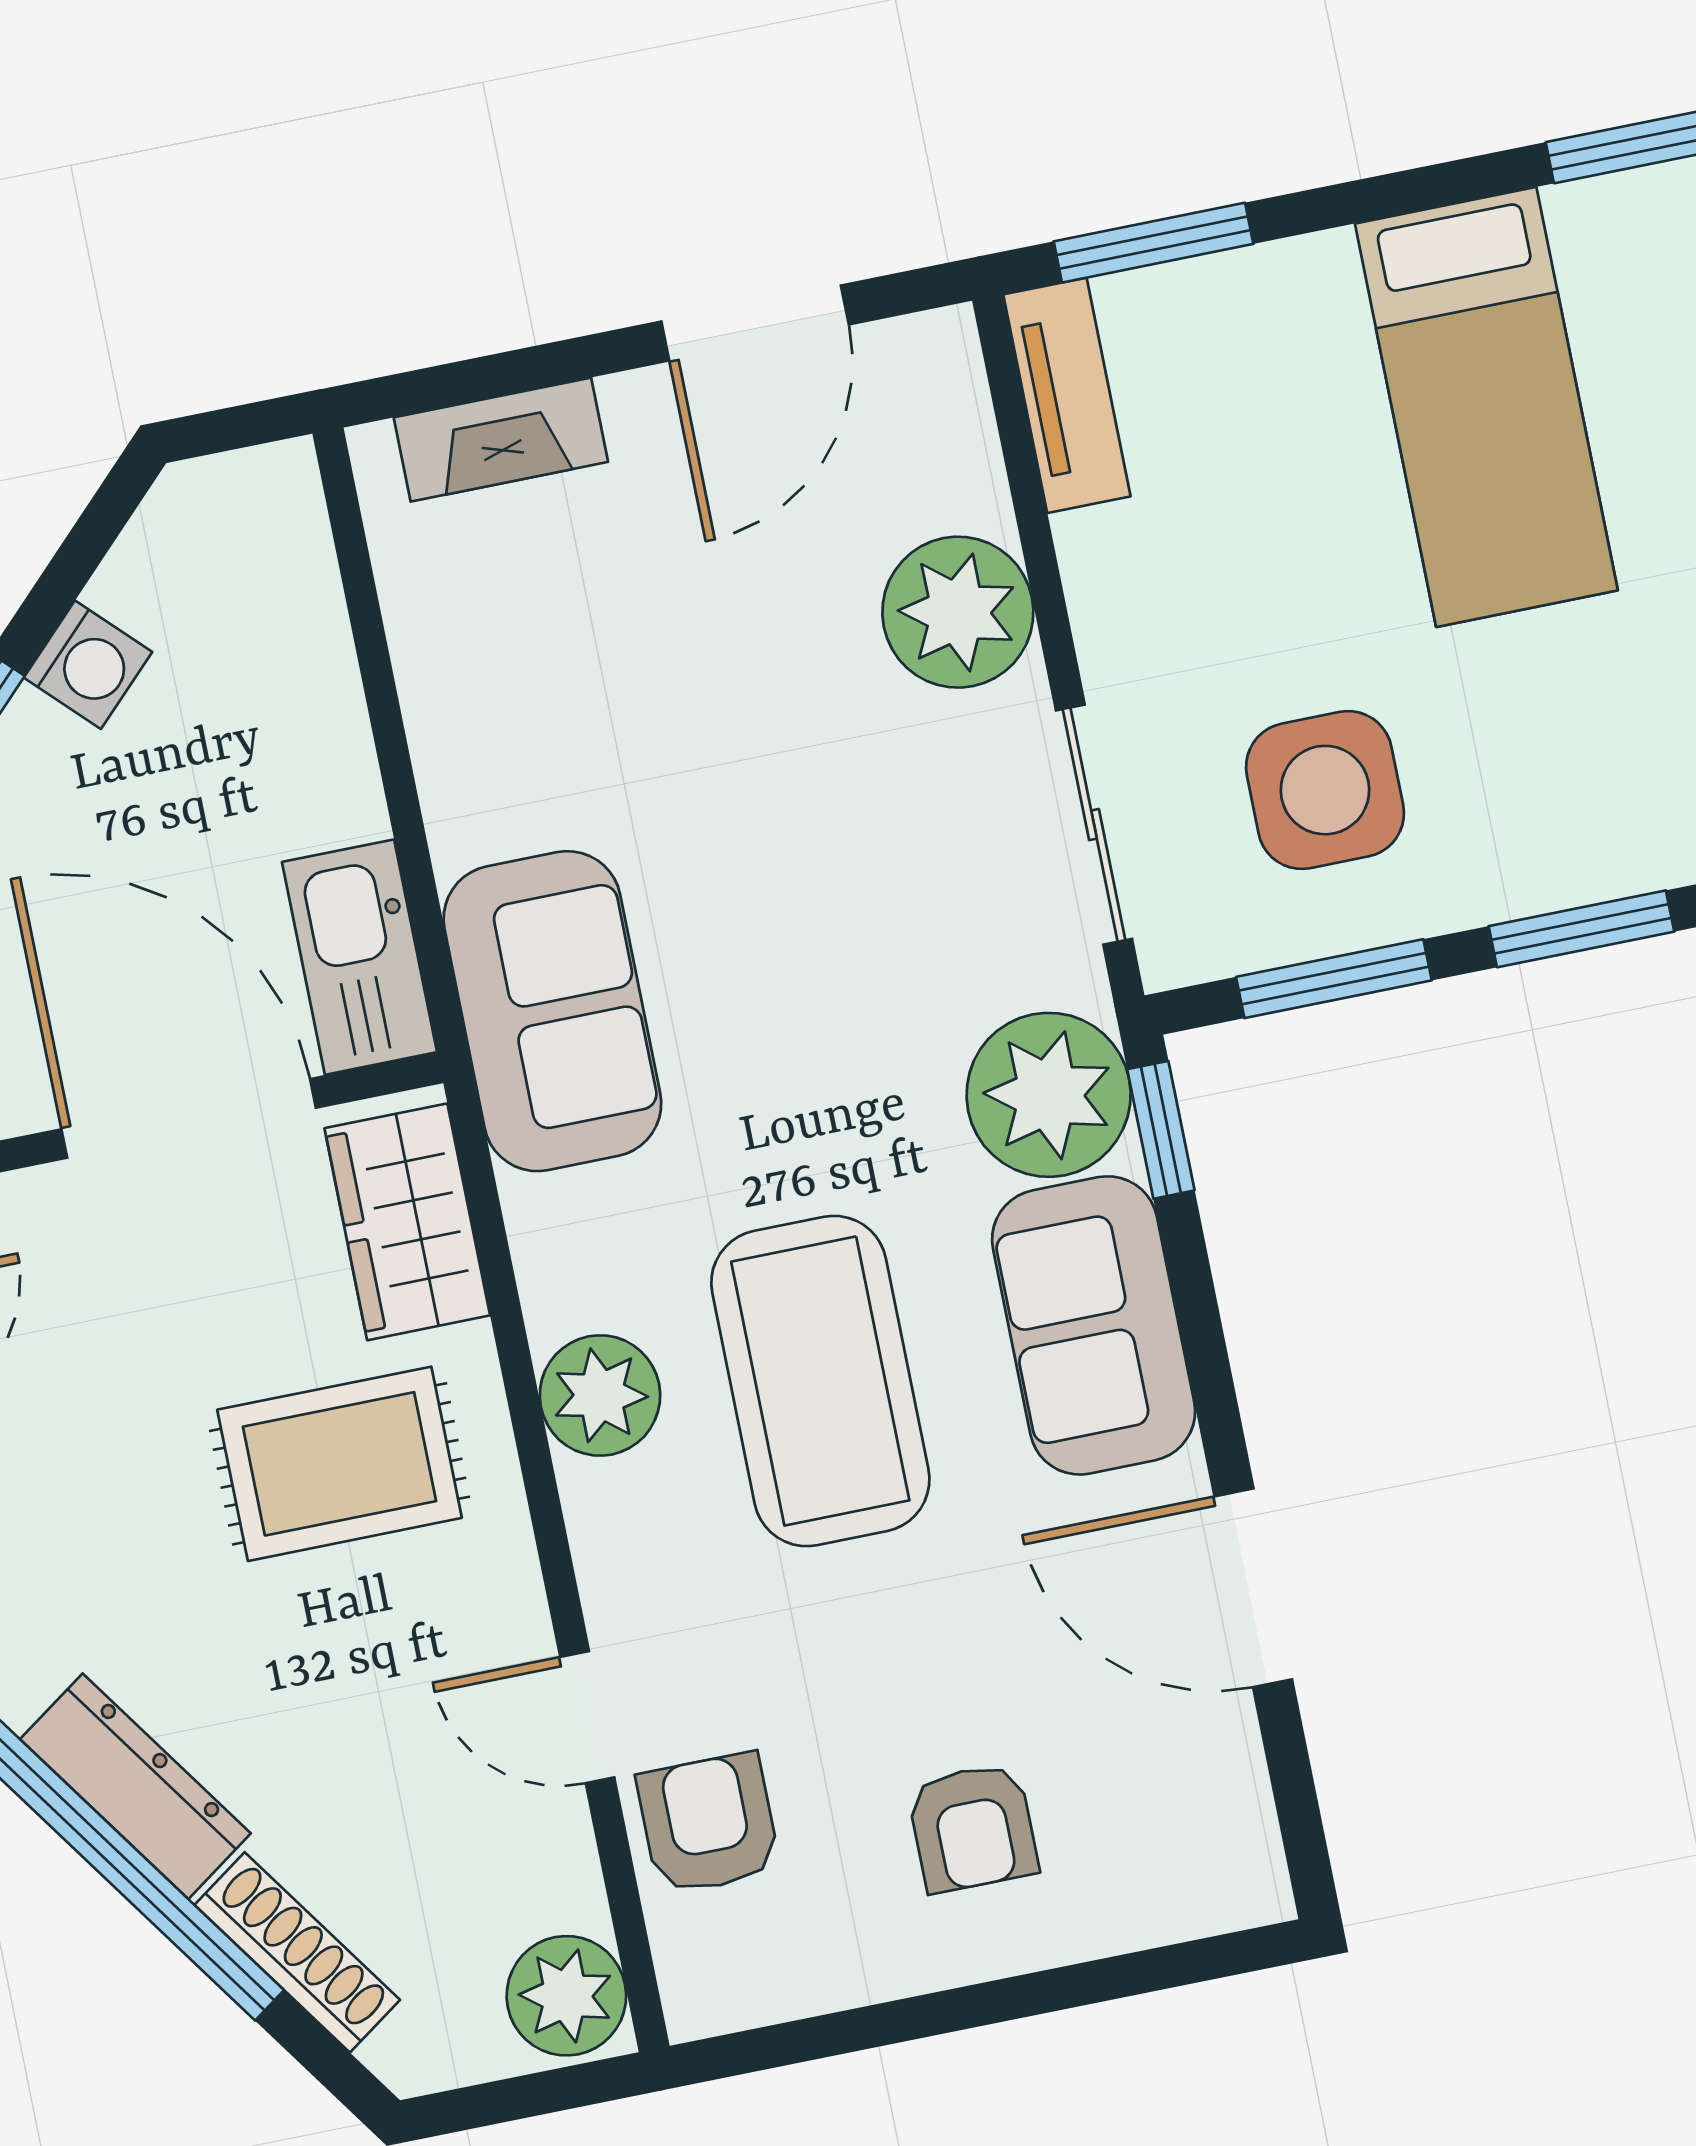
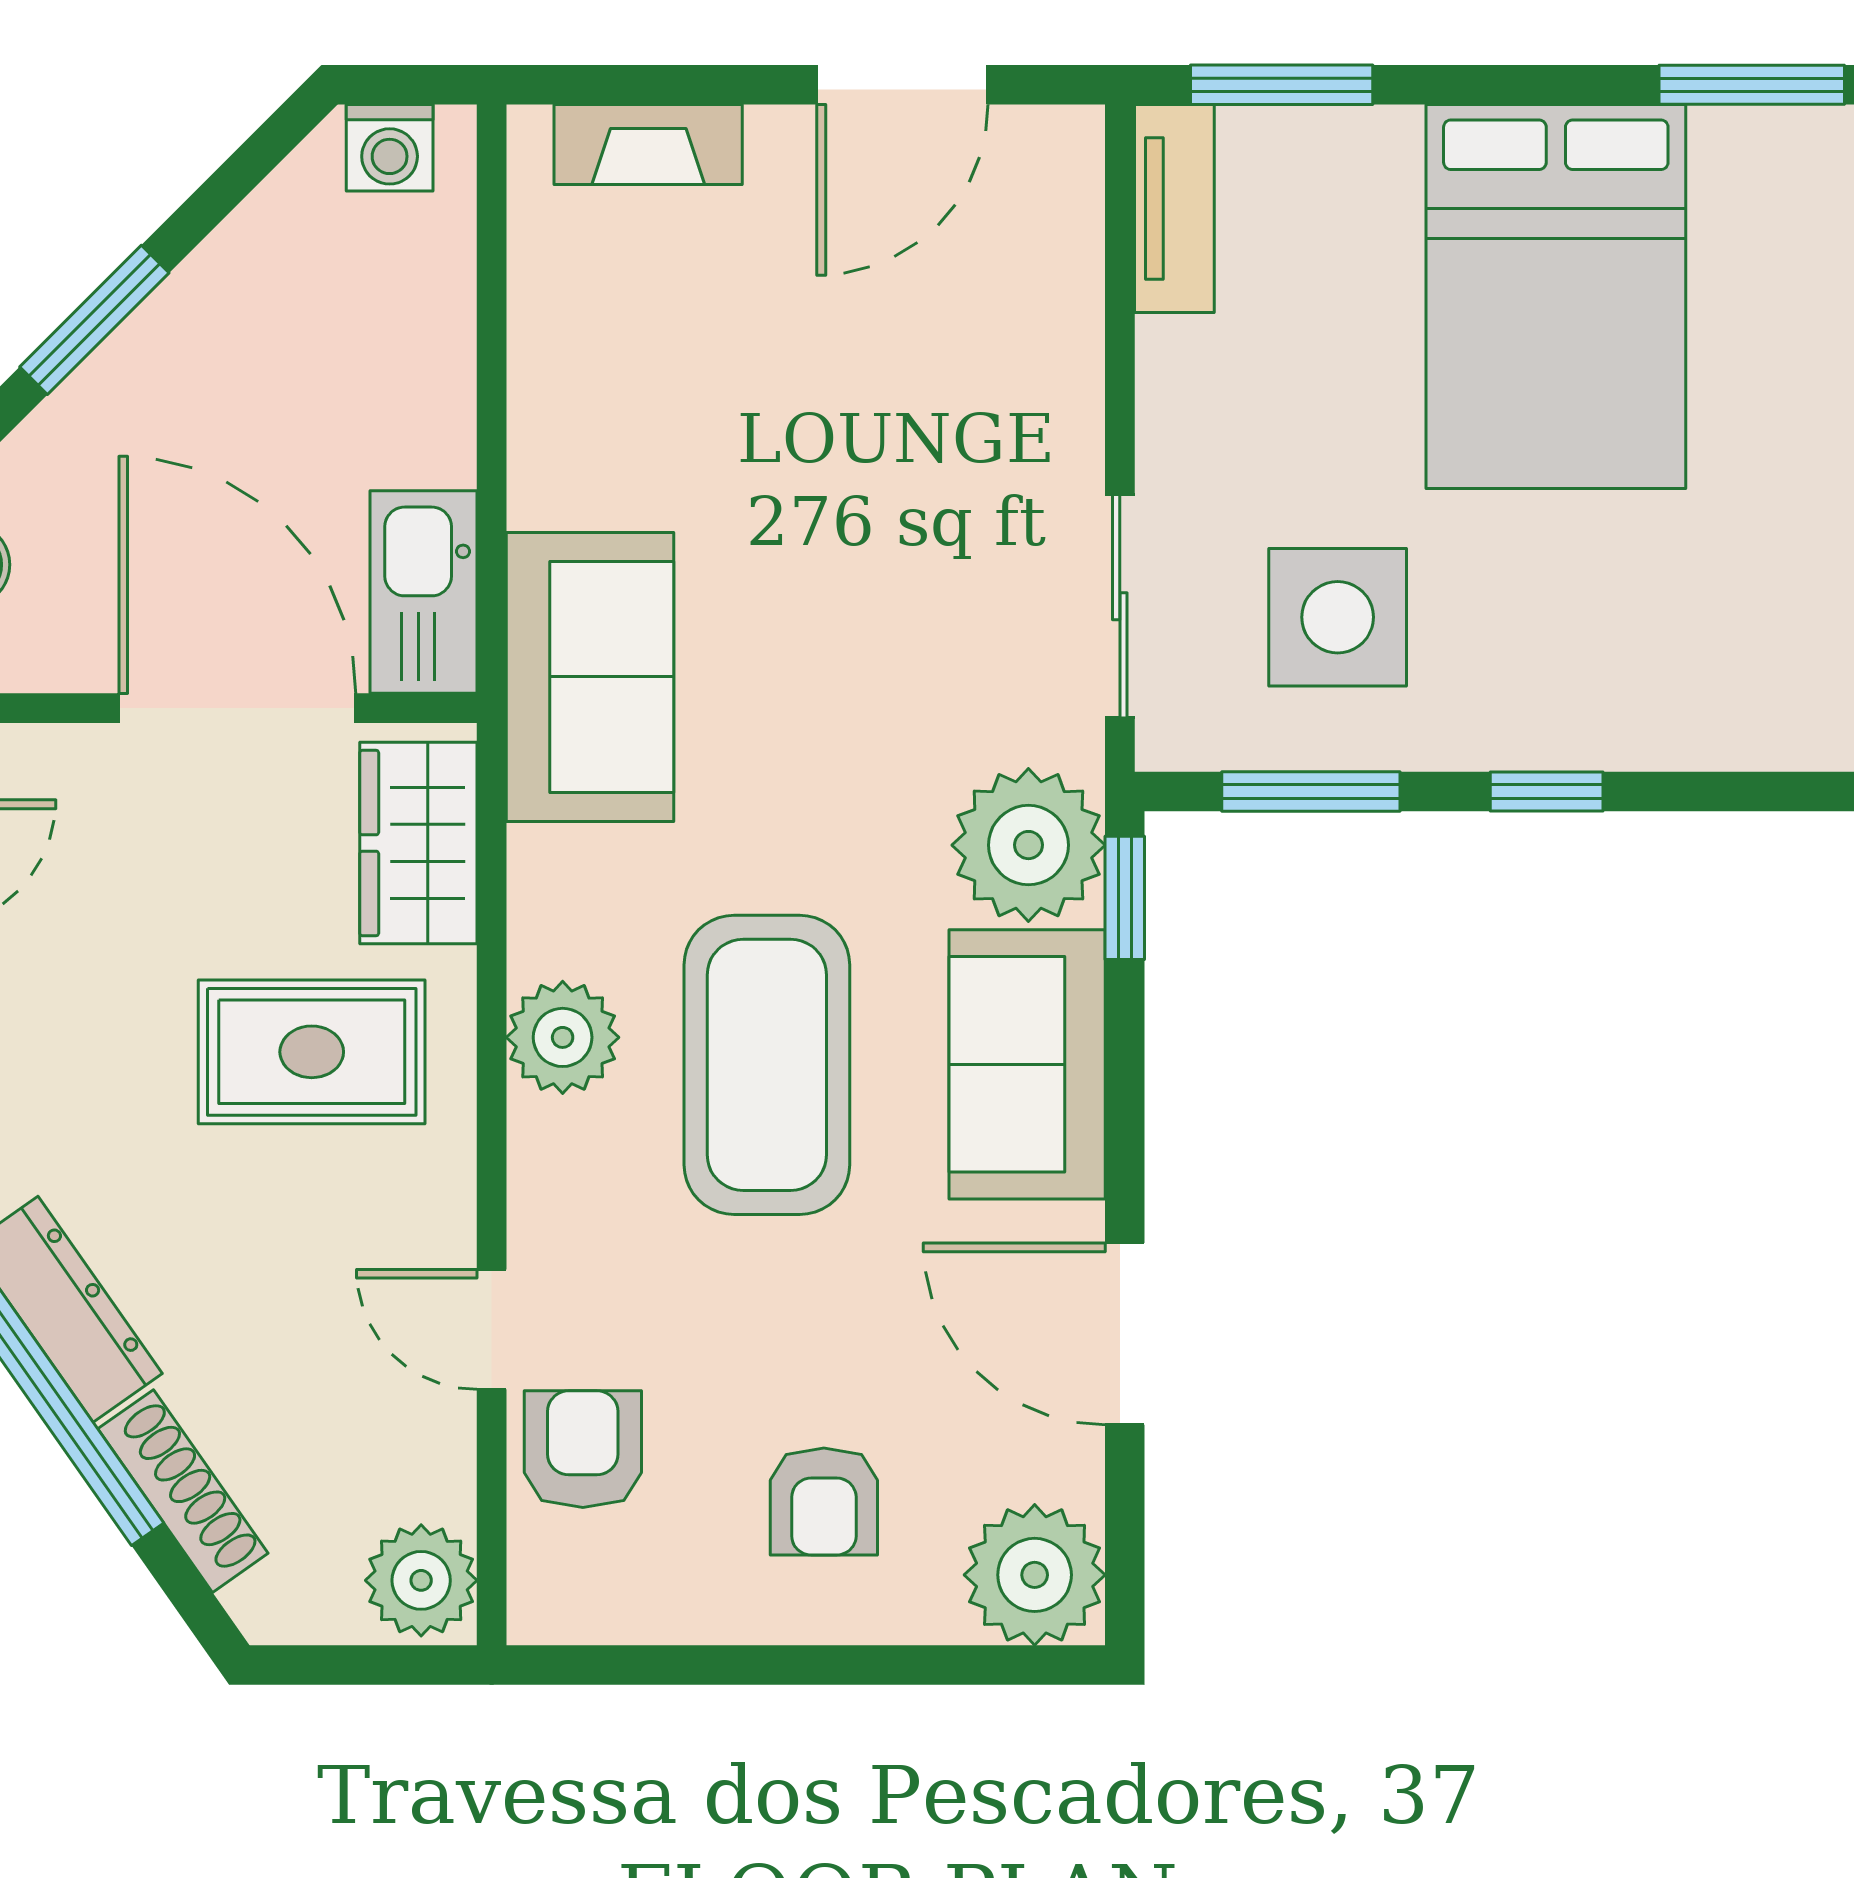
bed: (1486, 407) -> (1556, 296), width x1.50
plant: (958, 612) -> (1035, 1575), moved
washing machine: (88, 665) -> (390, 148), moved, turned 45
window: (1581, 929) -> (1547, 791), width x0.67

